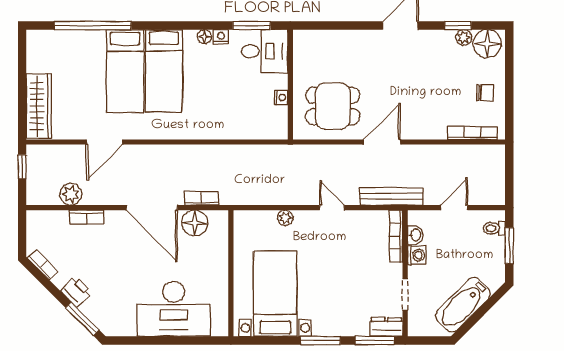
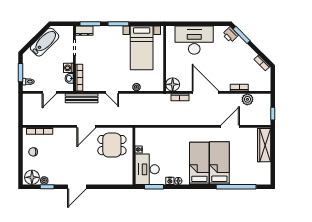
desk: (265, 51) -> (147, 169), width x1.37
floor lamp: (195, 223) -> (173, 84), moved
printer: (76, 292) -> (230, 35), moved

